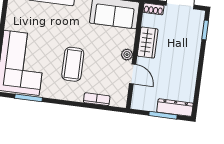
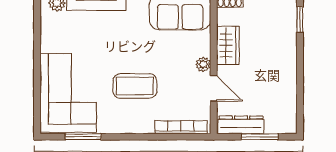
coffee table: (73, 64) -> (135, 86), turned 90
bookcase: (97, 99) -> (181, 127), width x1.56
dresser: (175, 108) -> (241, 125), moved

